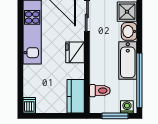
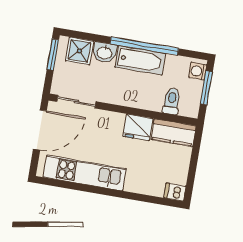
fridge: (75, 52) -> (138, 127), moved
window: (139, 80) -> (144, 46), moved

